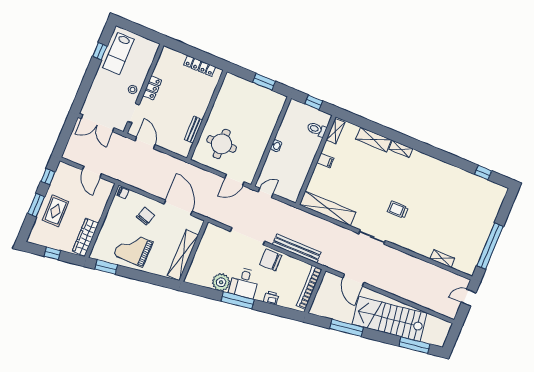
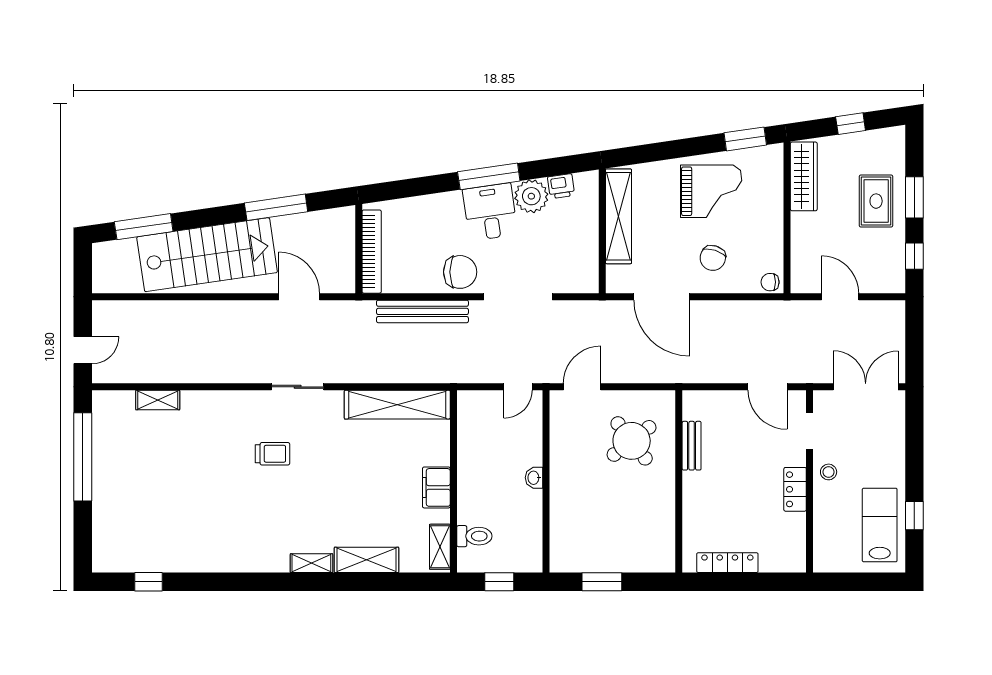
round table: (222, 144) -> (632, 441), turned -38
filing cabinet: (325, 160) -> (436, 487), width x2.00
printer: (271, 298) -> (561, 186), moved

